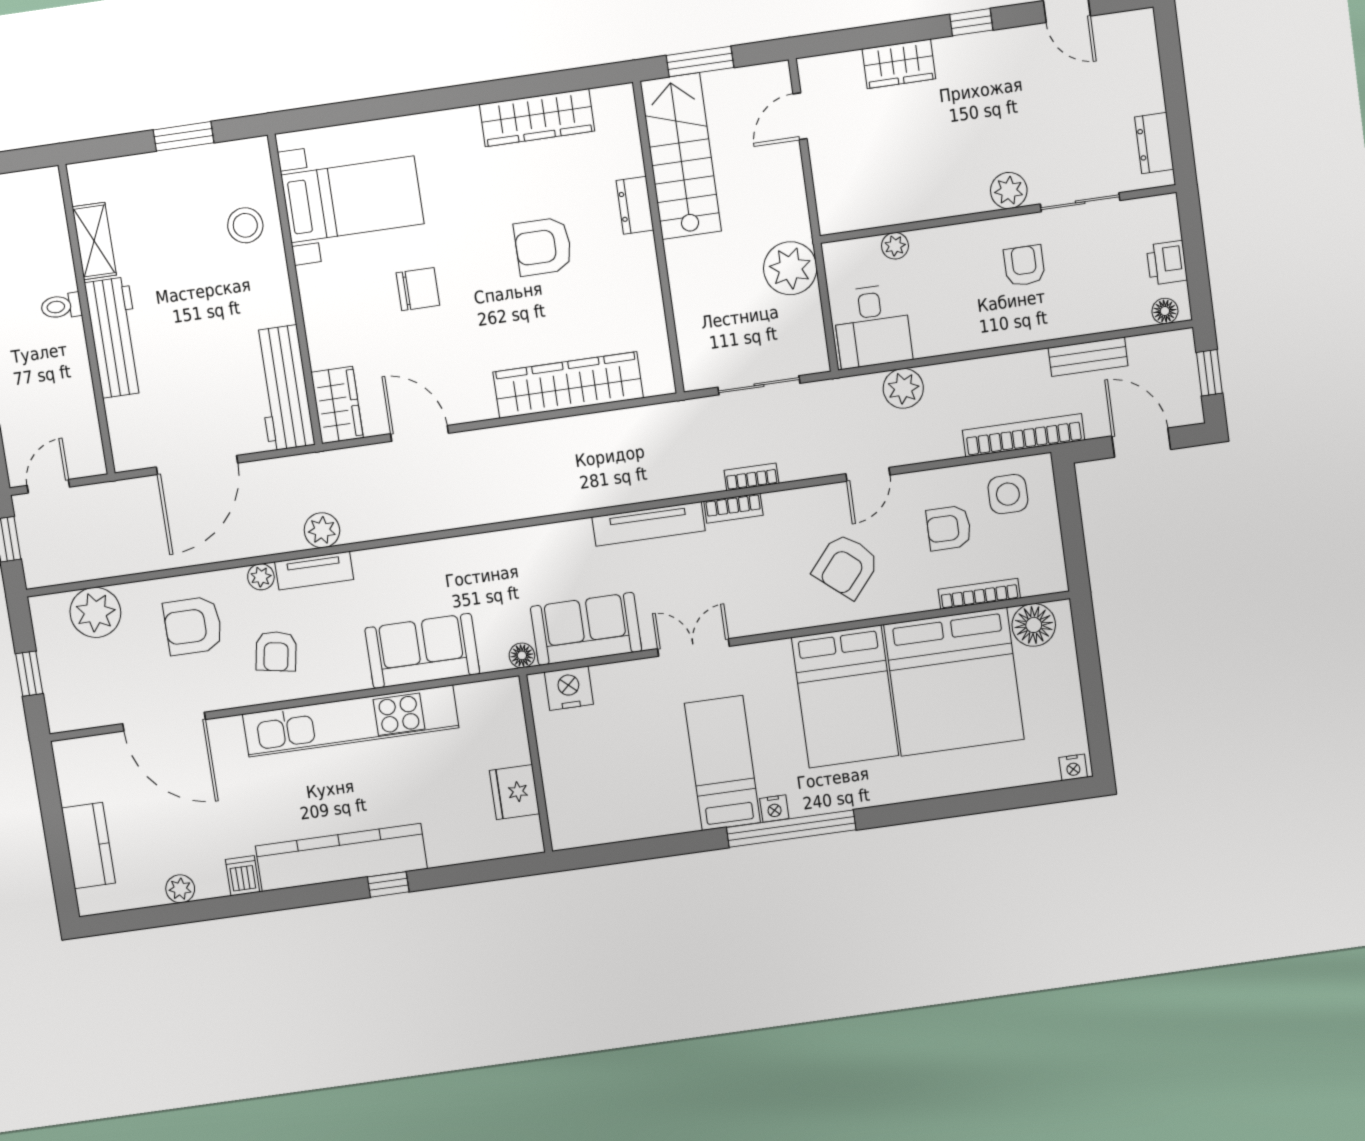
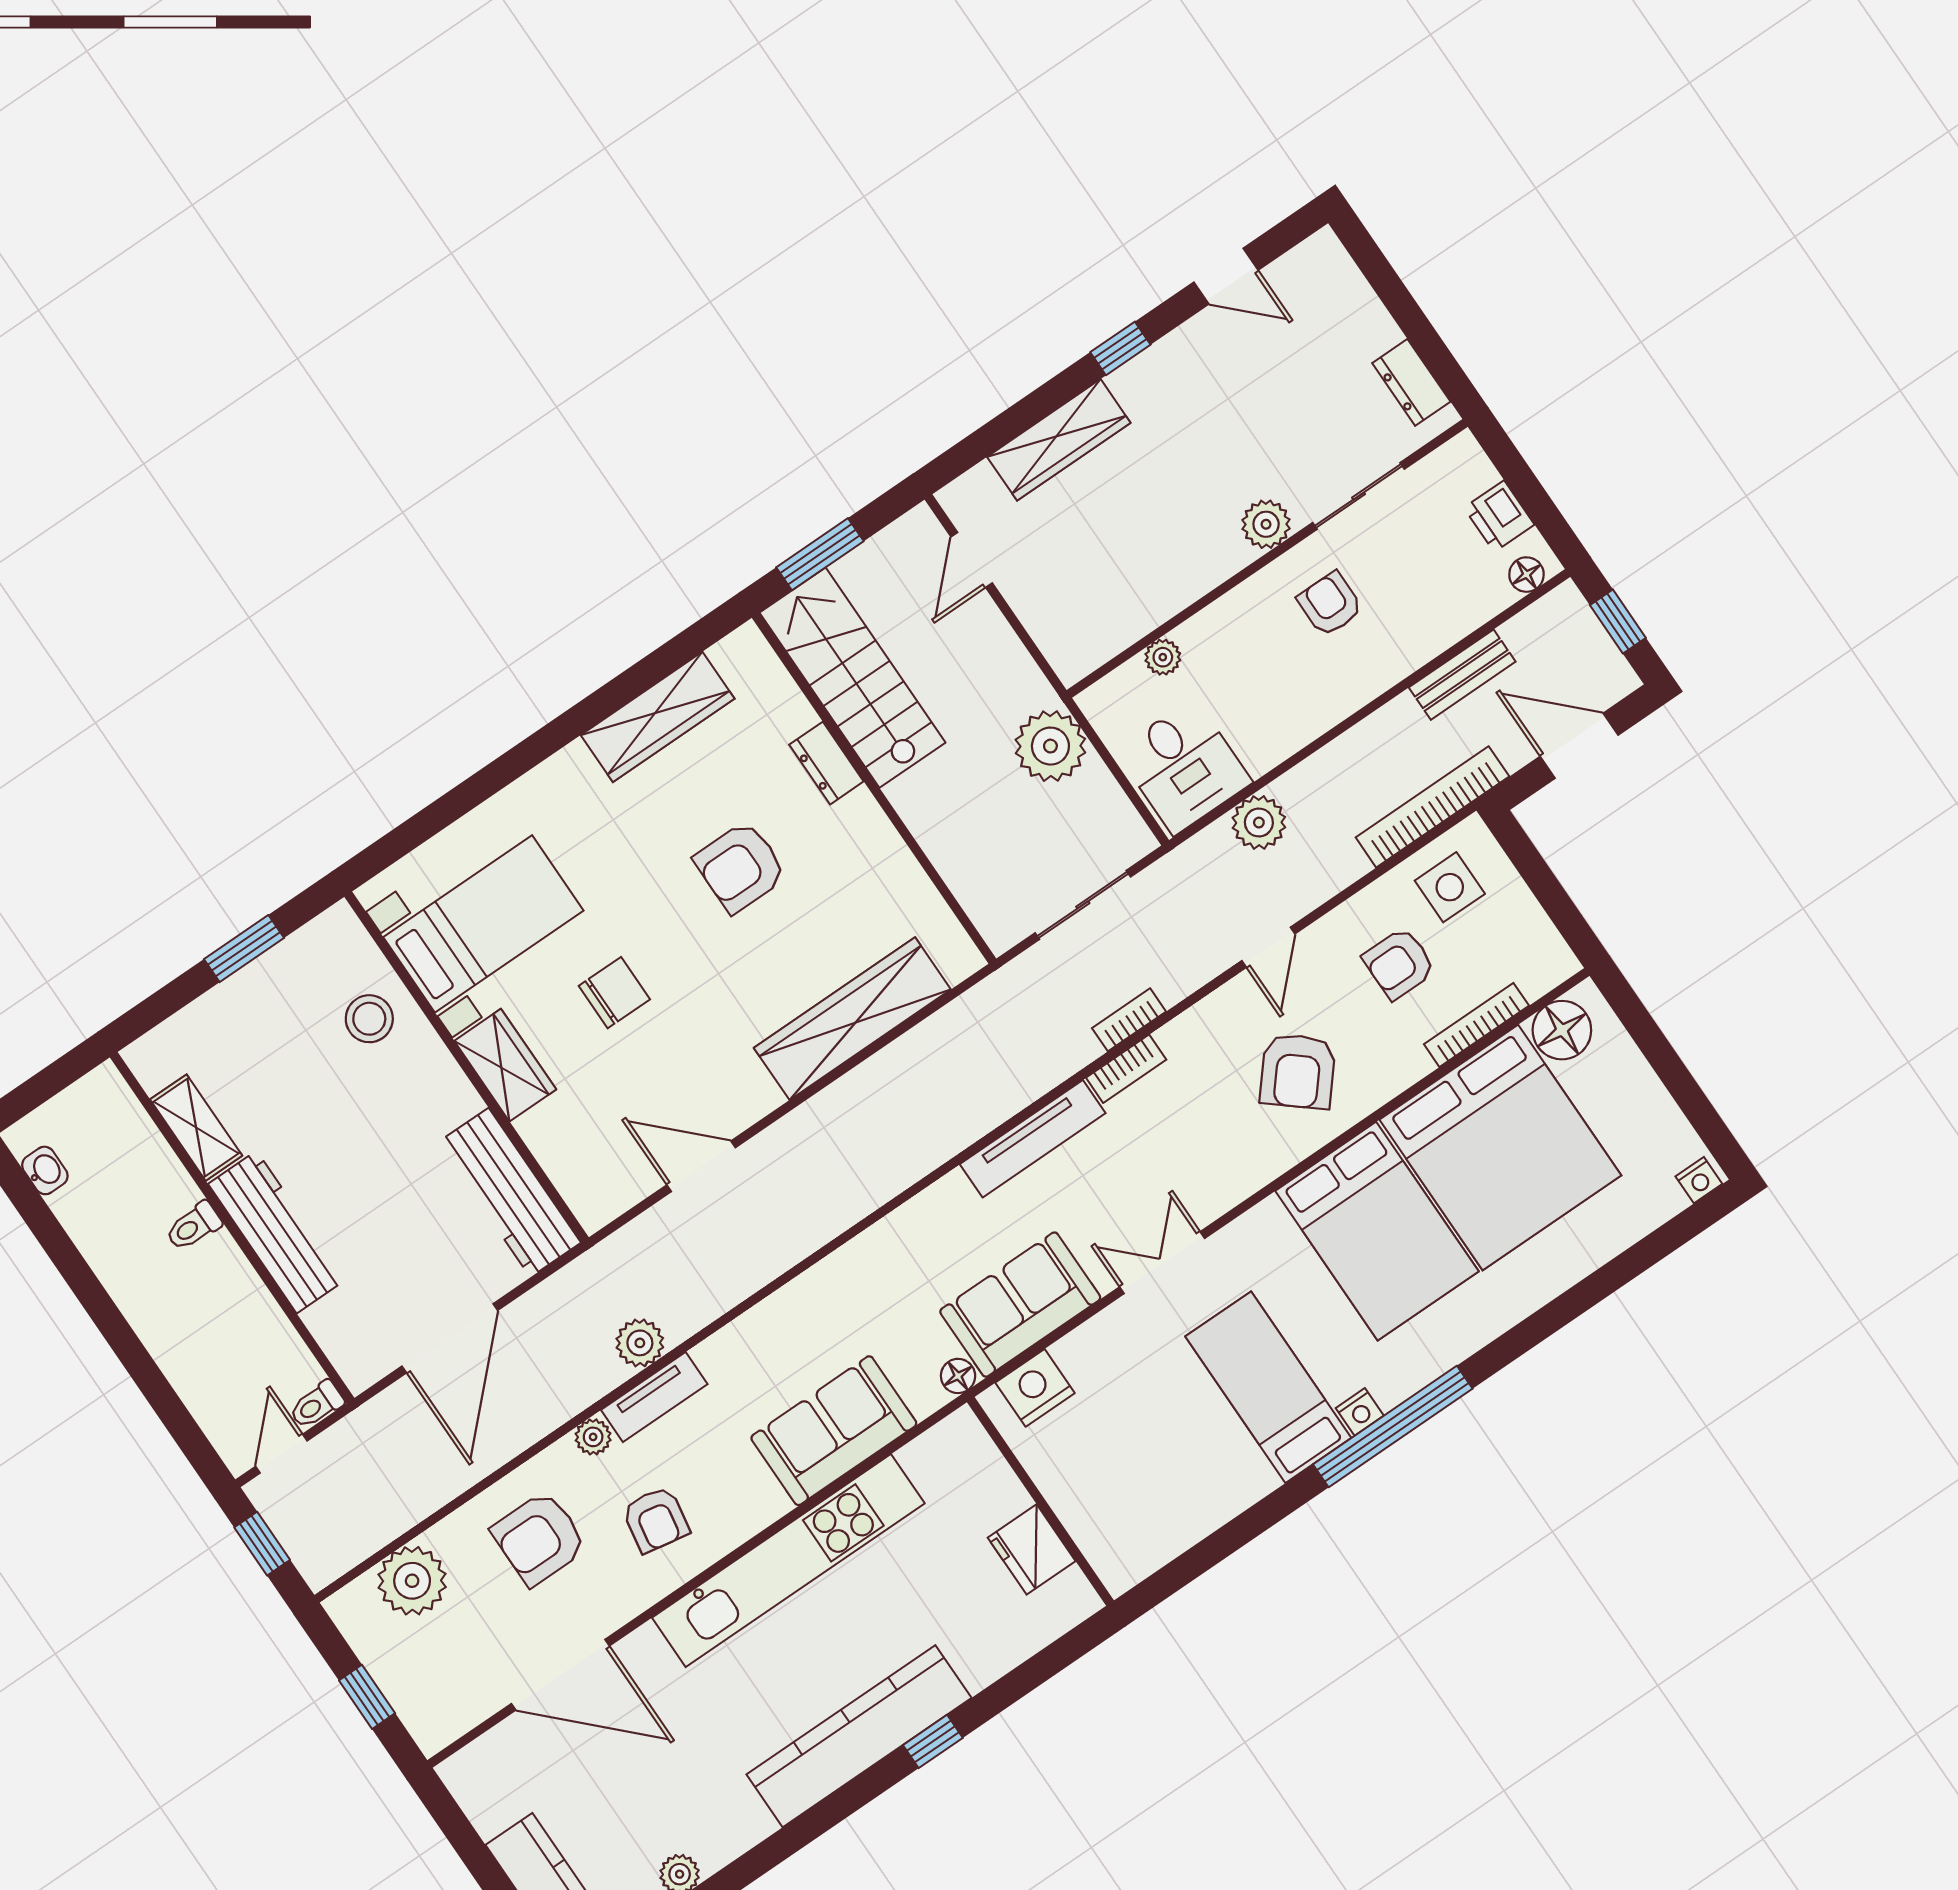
wardrobe: (899, 64) -> (1059, 440), width x1.50
wardrobe: (337, 405) -> (505, 1065), moved
toilet: (87, 465) -> (316, 1405), added
dishwasher: (243, 876) -> (748, 1820), removed

